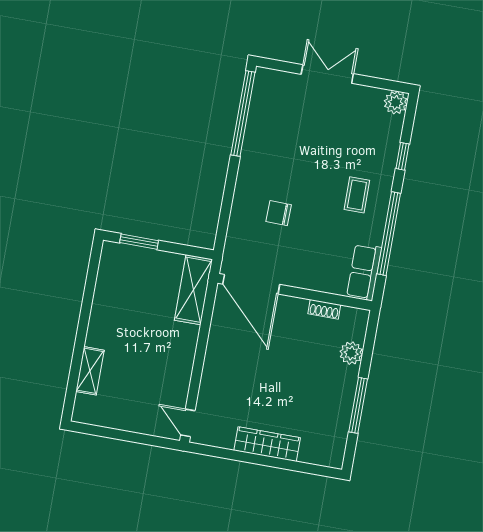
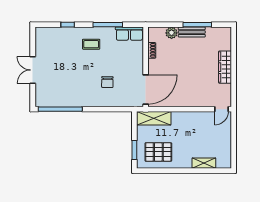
plant: (396, 103) -> (41, 33), removed
window: (389, 234) -> (108, 25), width x0.68
pallet: (127, 287) -> (158, 152), added
bench: (346, 392) -> (192, 32), added

